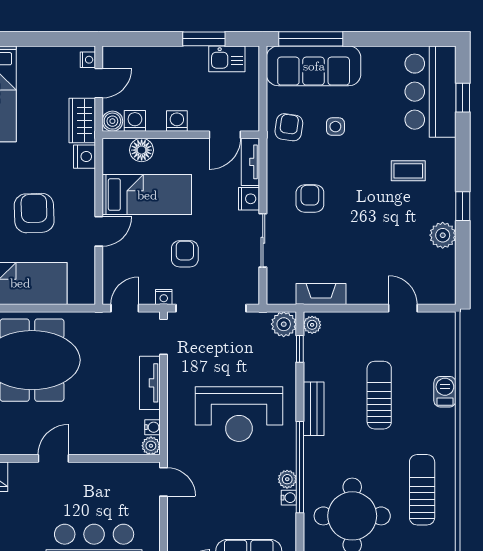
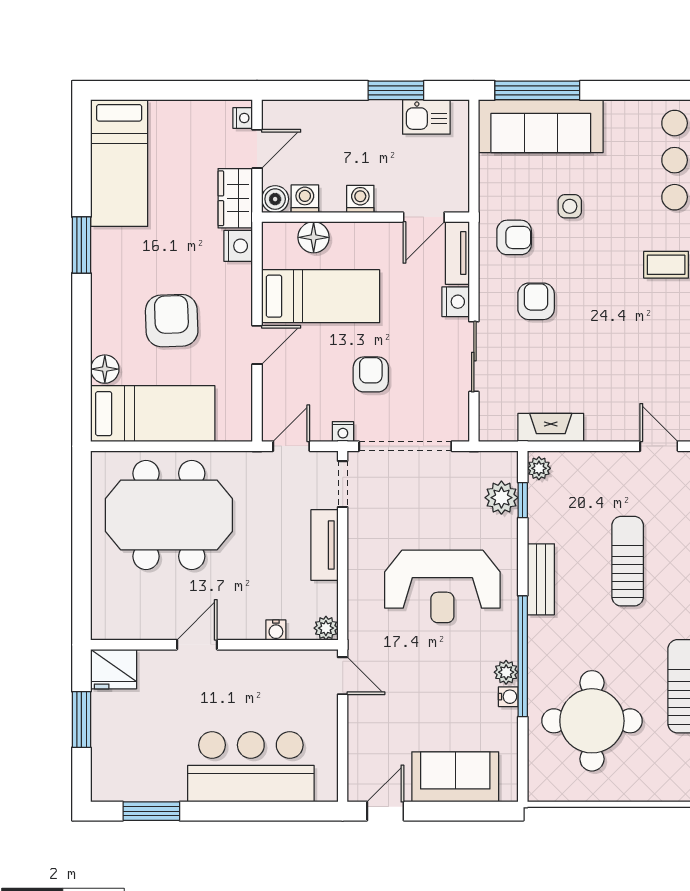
armchair: (289, 127) -> (514, 237), moved, turned 82
plant: (284, 324) -> (501, 498), moved
water cooler: (152, 427) -> (276, 630), moved, turned 90

